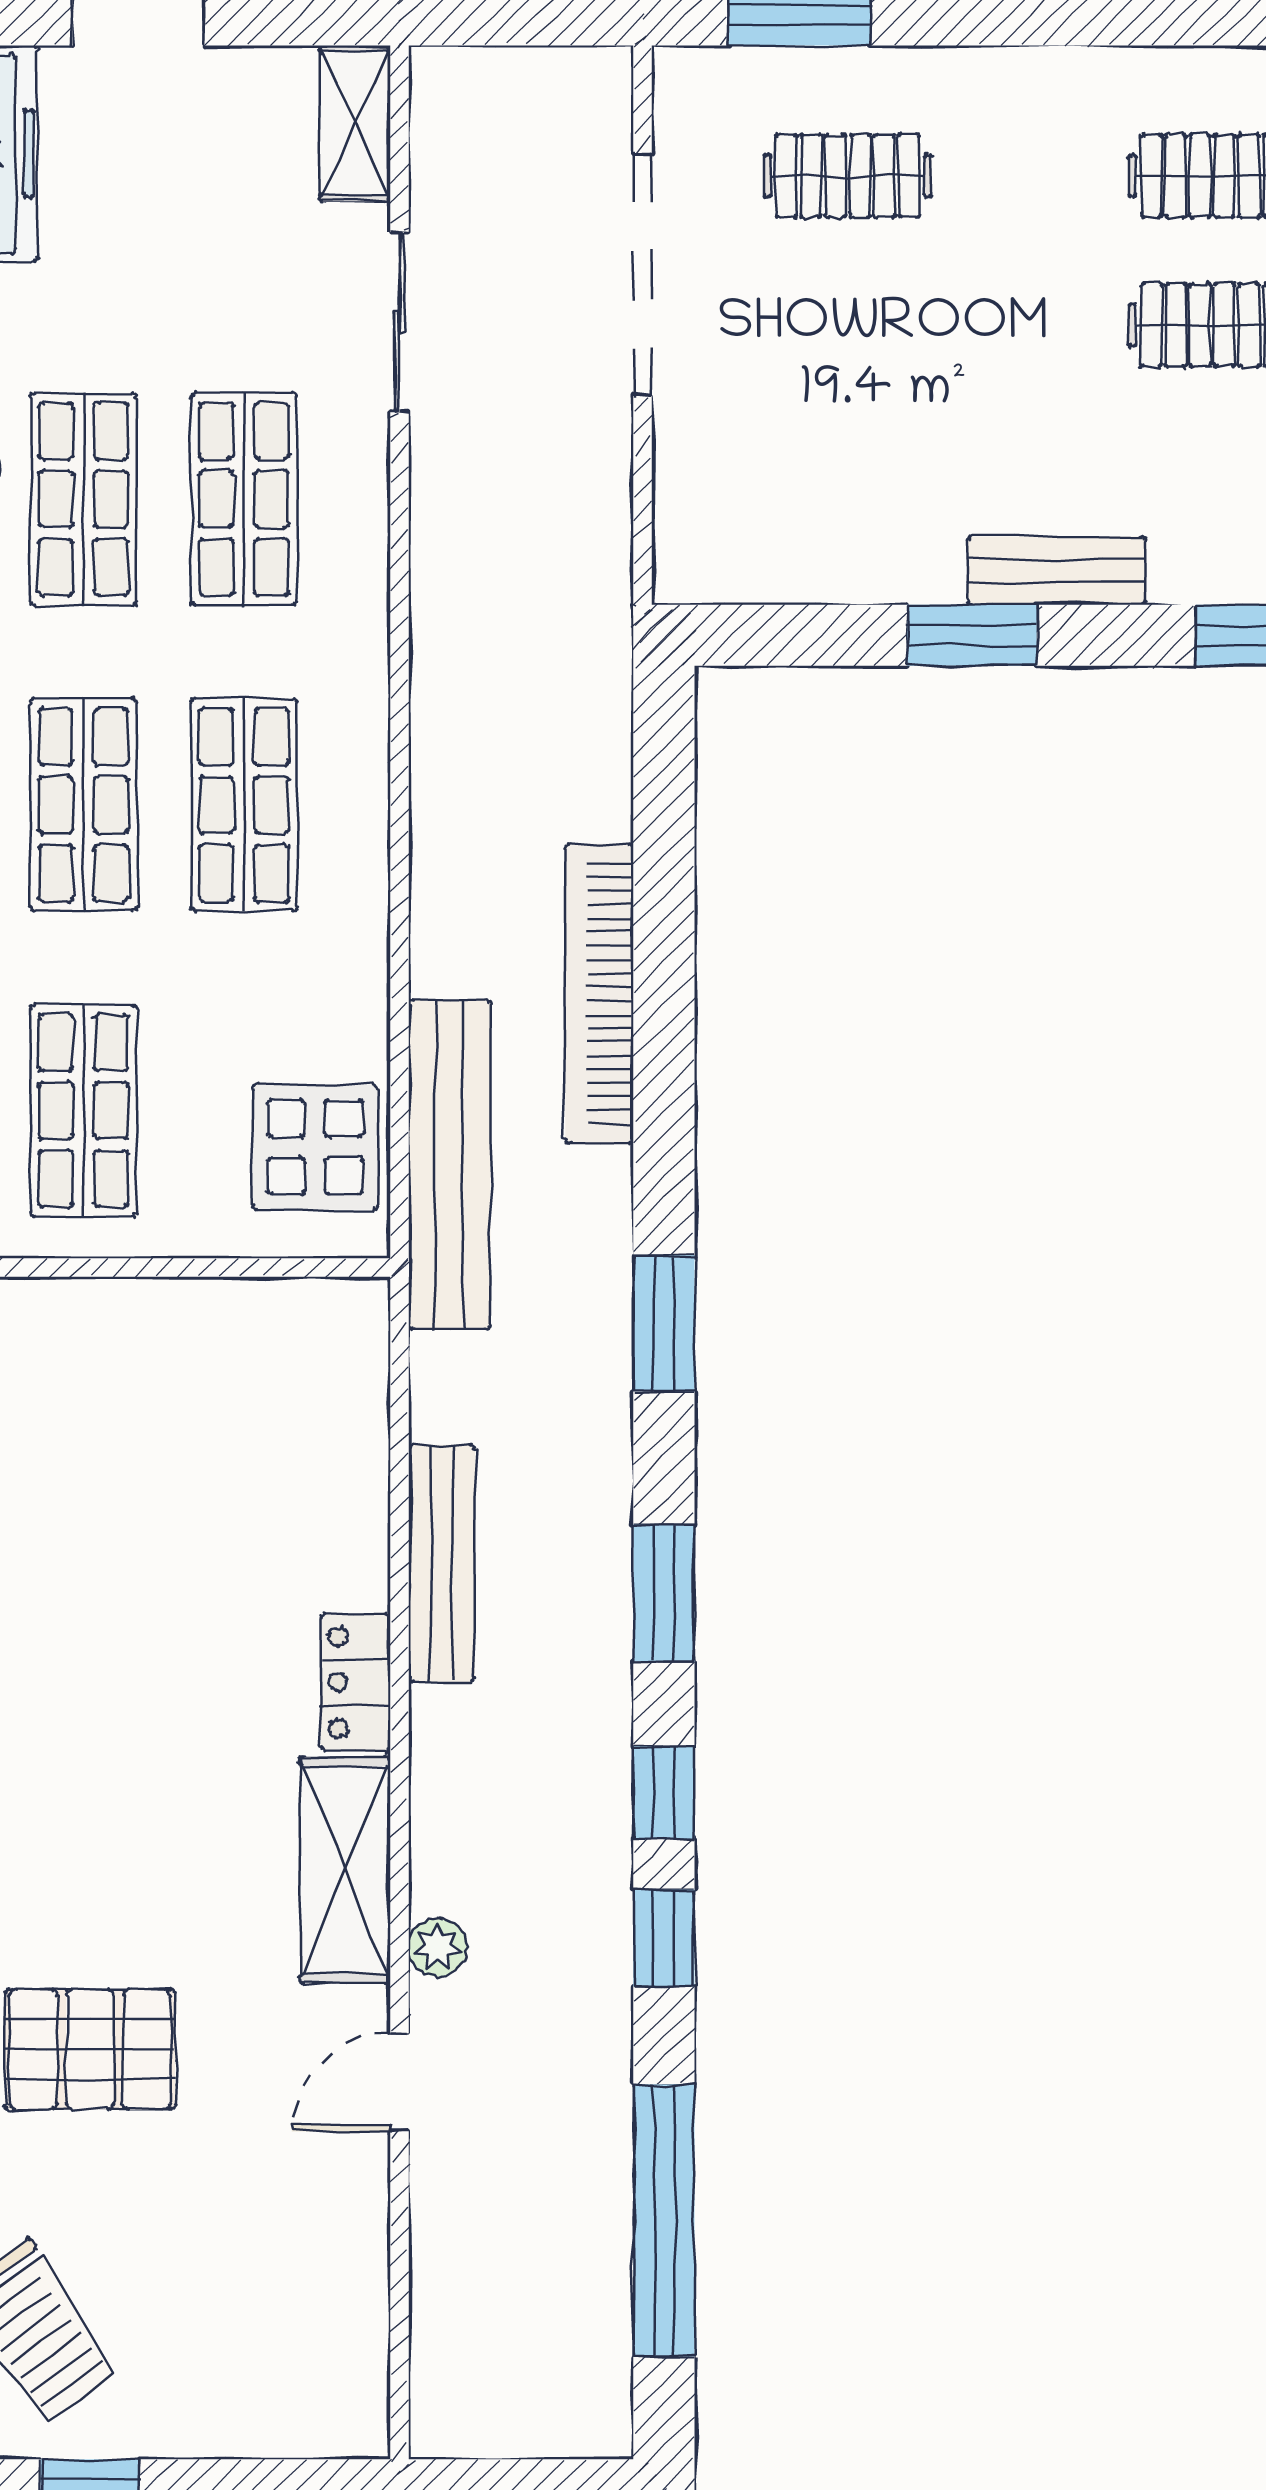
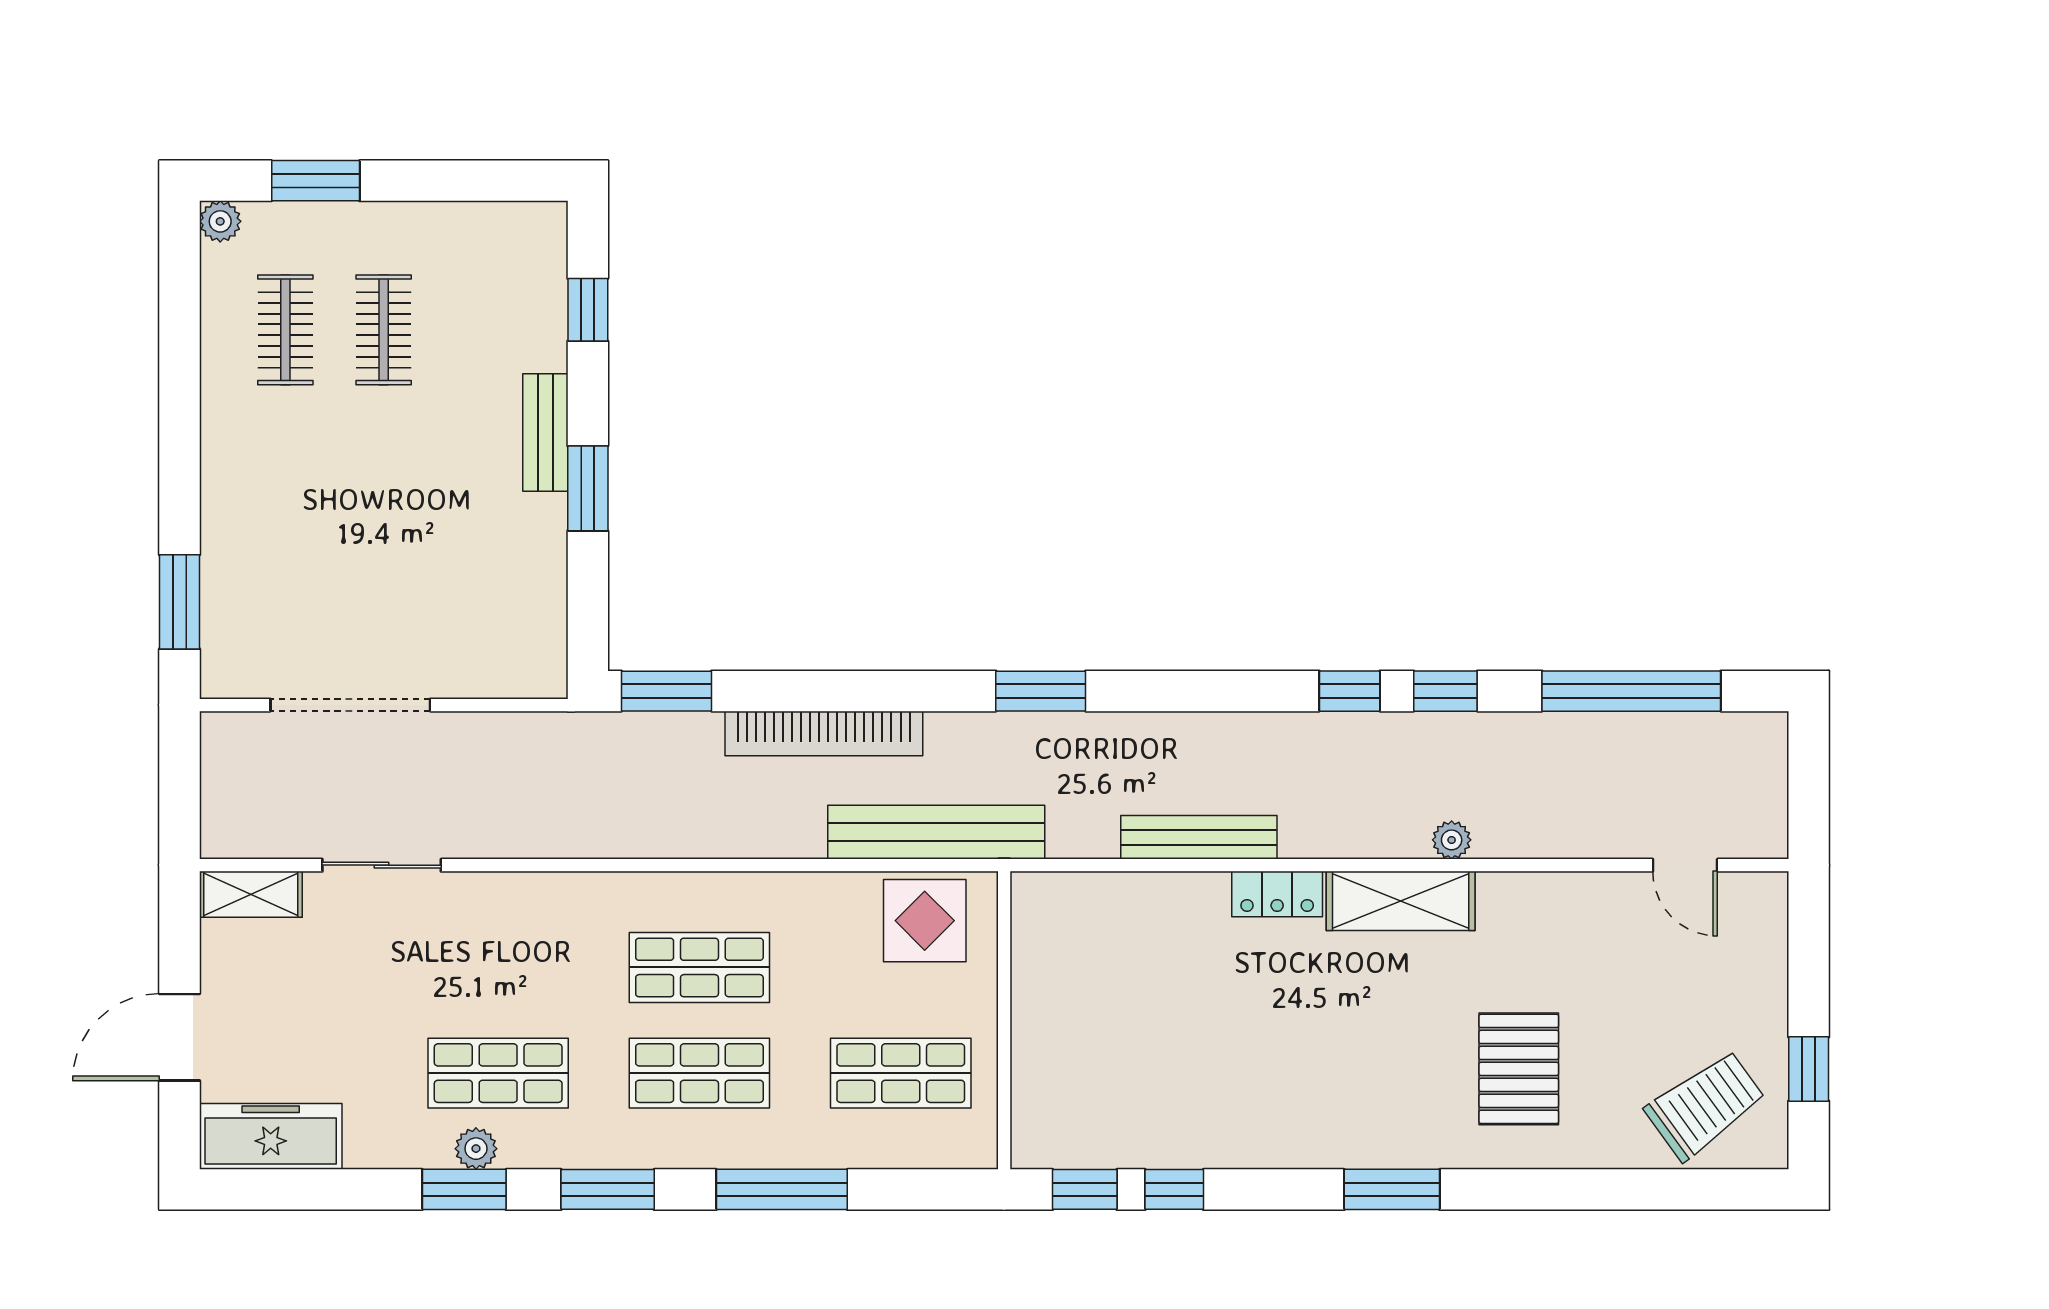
clothes rail: (848, 176) -> (285, 570), removed
shop shelf: (244, 499) -> (498, 967), removed
window: (664, 1593) -> (666, 691), moved
door: (399, 2082) -> (1685, 865), moved

